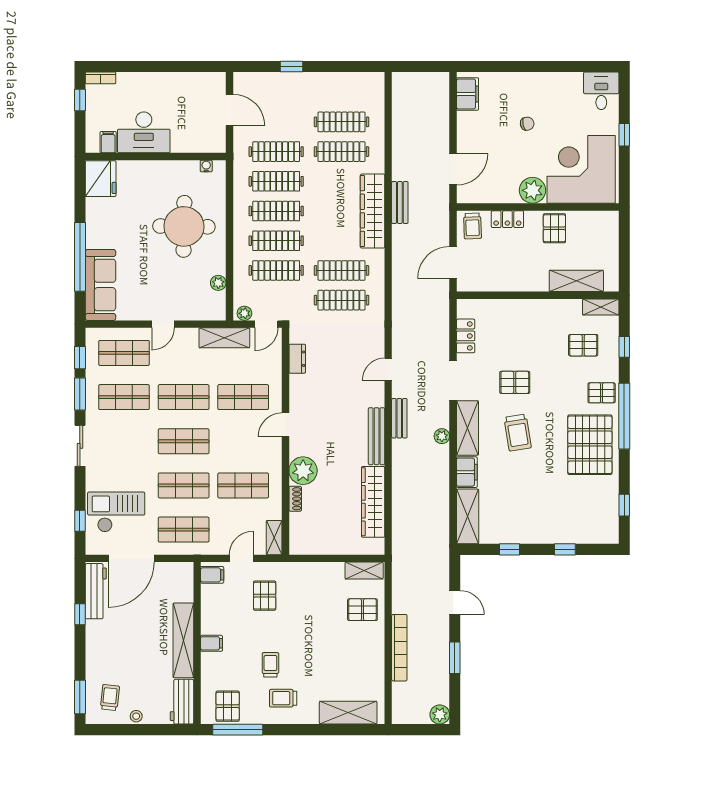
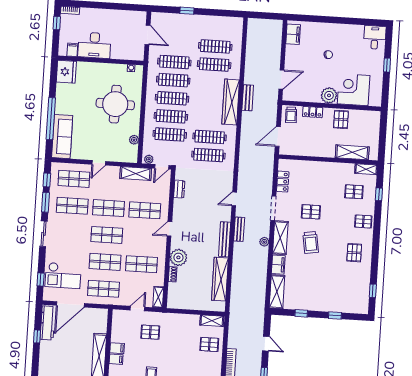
corner desk: (581, 169) -> (354, 90), width x0.74, depth x0.74
window: (624, 416) -> (376, 237), removed
pallet: (590, 445) -> (354, 253), width x0.49, depth x0.50
checkout: (116, 512) -> (63, 275), turned 180
filing cabinet: (212, 575) -> (117, 348), moved
pallet: (265, 596) -> (150, 332), turned 90

